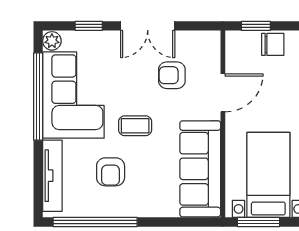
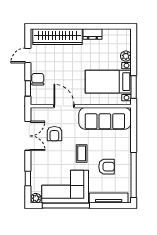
double door: (148, 26) -> (28, 136), moved

